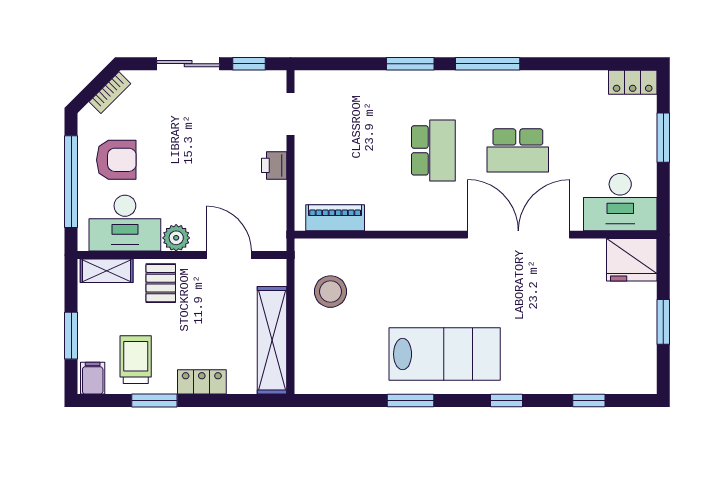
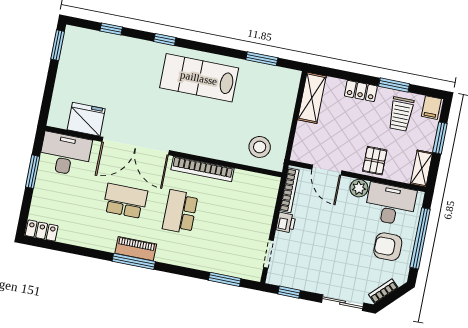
sliding door: (188, 64) -> (343, 303), moved
window: (410, 64) -> (225, 279), moved
window: (663, 138) -> (33, 172), moved
bookcase: (278, 214) -> (289, 190), added
piano: (335, 218) -> (136, 249), moved, turned 180
bookcase: (413, 220) -> (203, 169), added
fridge: (632, 260) -> (86, 119), moved
shelving: (107, 271) -> (422, 168), moved, turned 90
stool: (330, 292) -> (260, 147), moved
window: (663, 322) -> (58, 45), moved
shelving: (272, 340) -> (312, 98), width x0.68
window: (411, 401) -> (262, 59), moved

